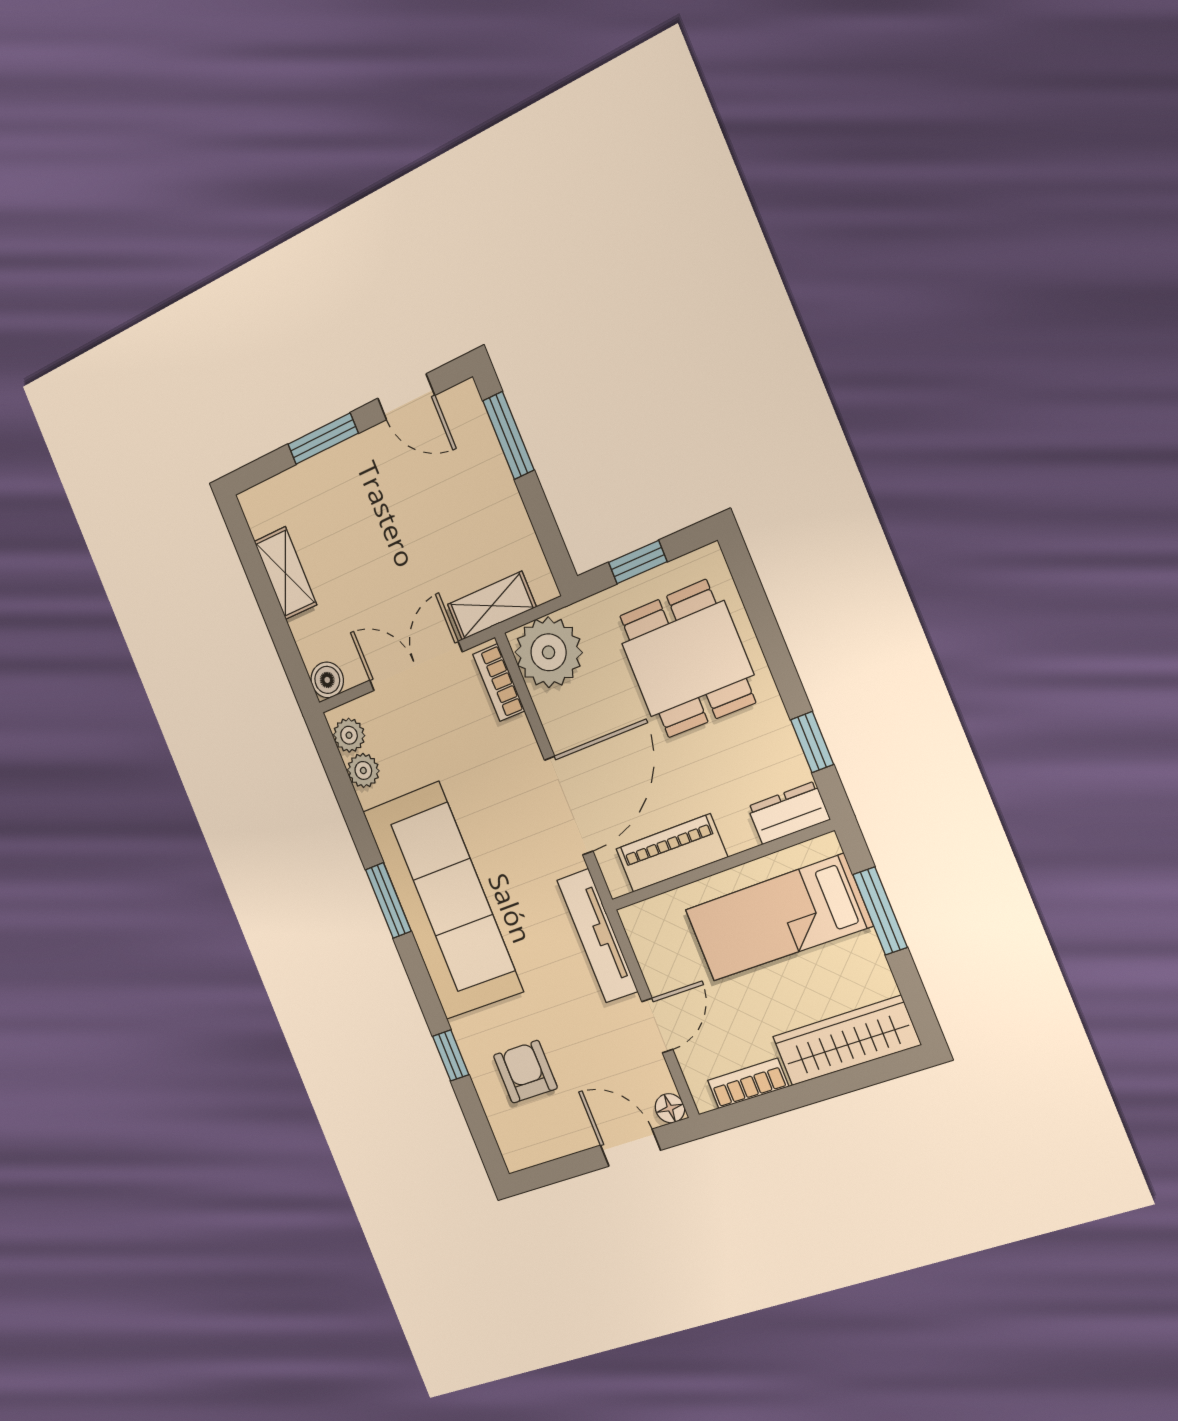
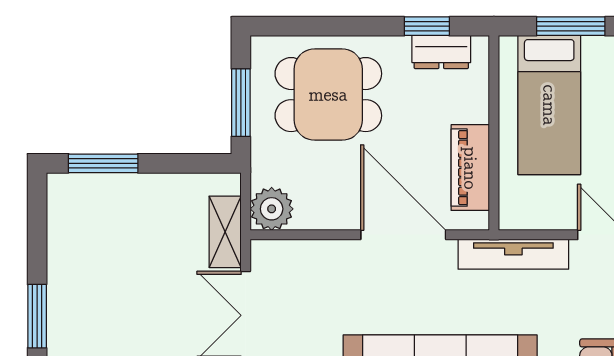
door: (406, 397) -> (37, 233), removed
window: (638, 562) -> (241, 103), width x1.50
plant: (549, 652) -> (272, 209), width x0.73, depth x0.73
bookcase: (499, 683) -> (286, 251), removed
dresser: (789, 813) -> (441, 52), moved, turned -90

